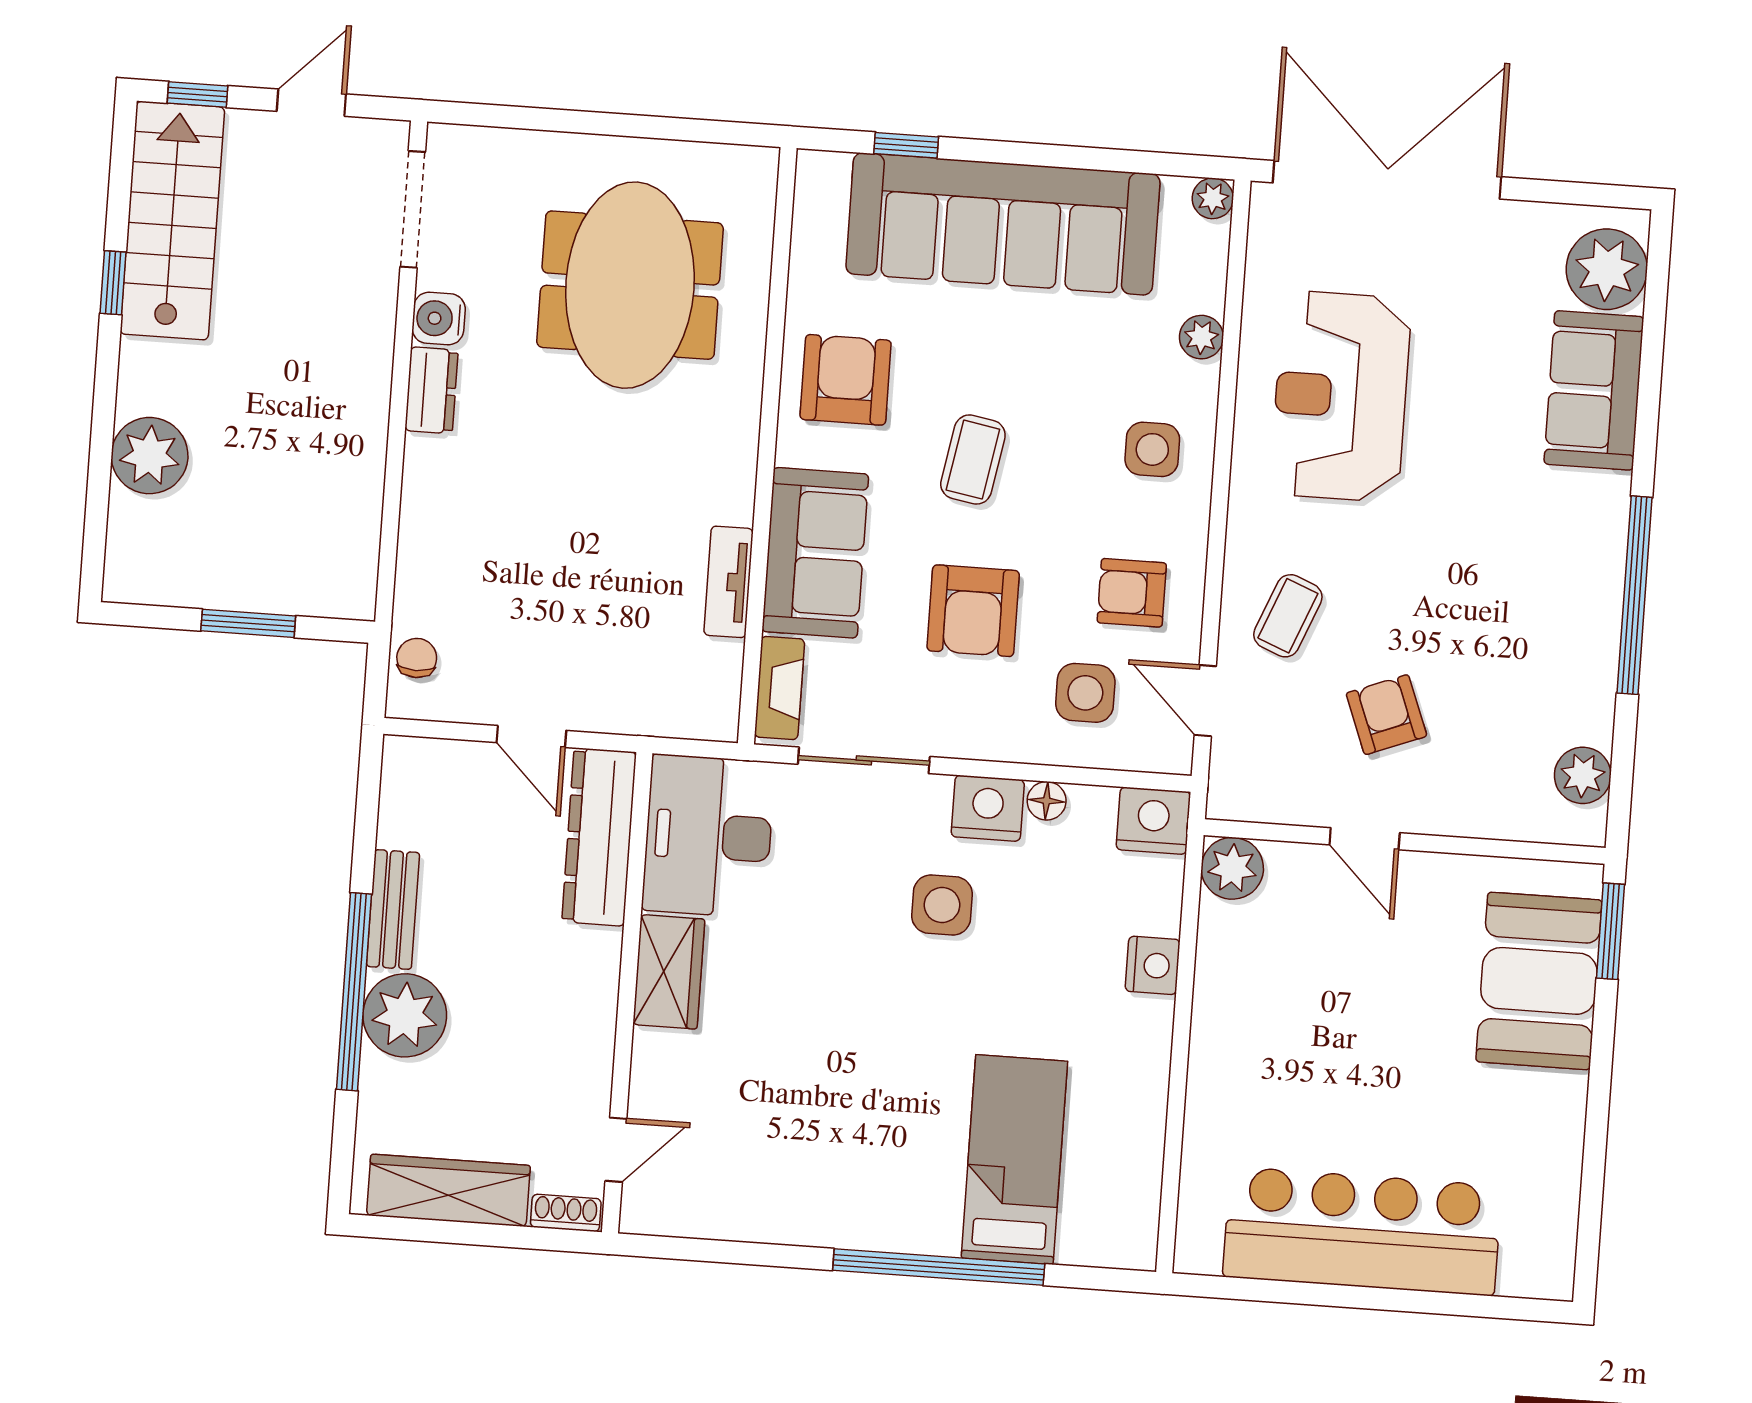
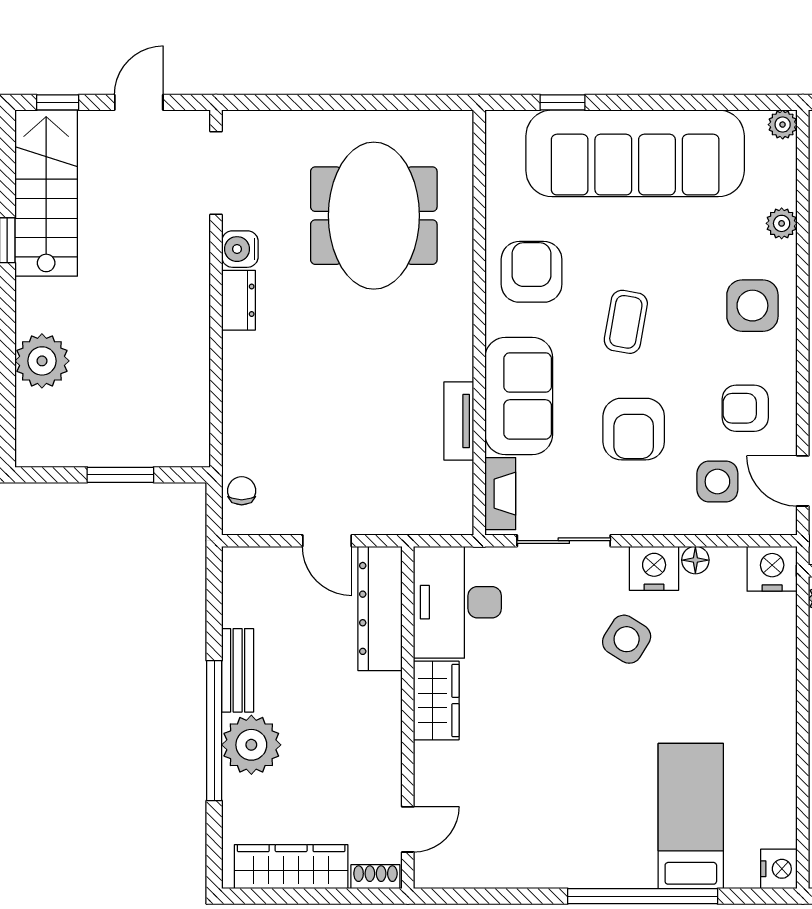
side table: (1152, 449) -> (752, 306), width x1.37, depth x1.37
side table: (942, 905) -> (627, 639), turned 32
nightstand: (1153, 965) -> (779, 869), moved

